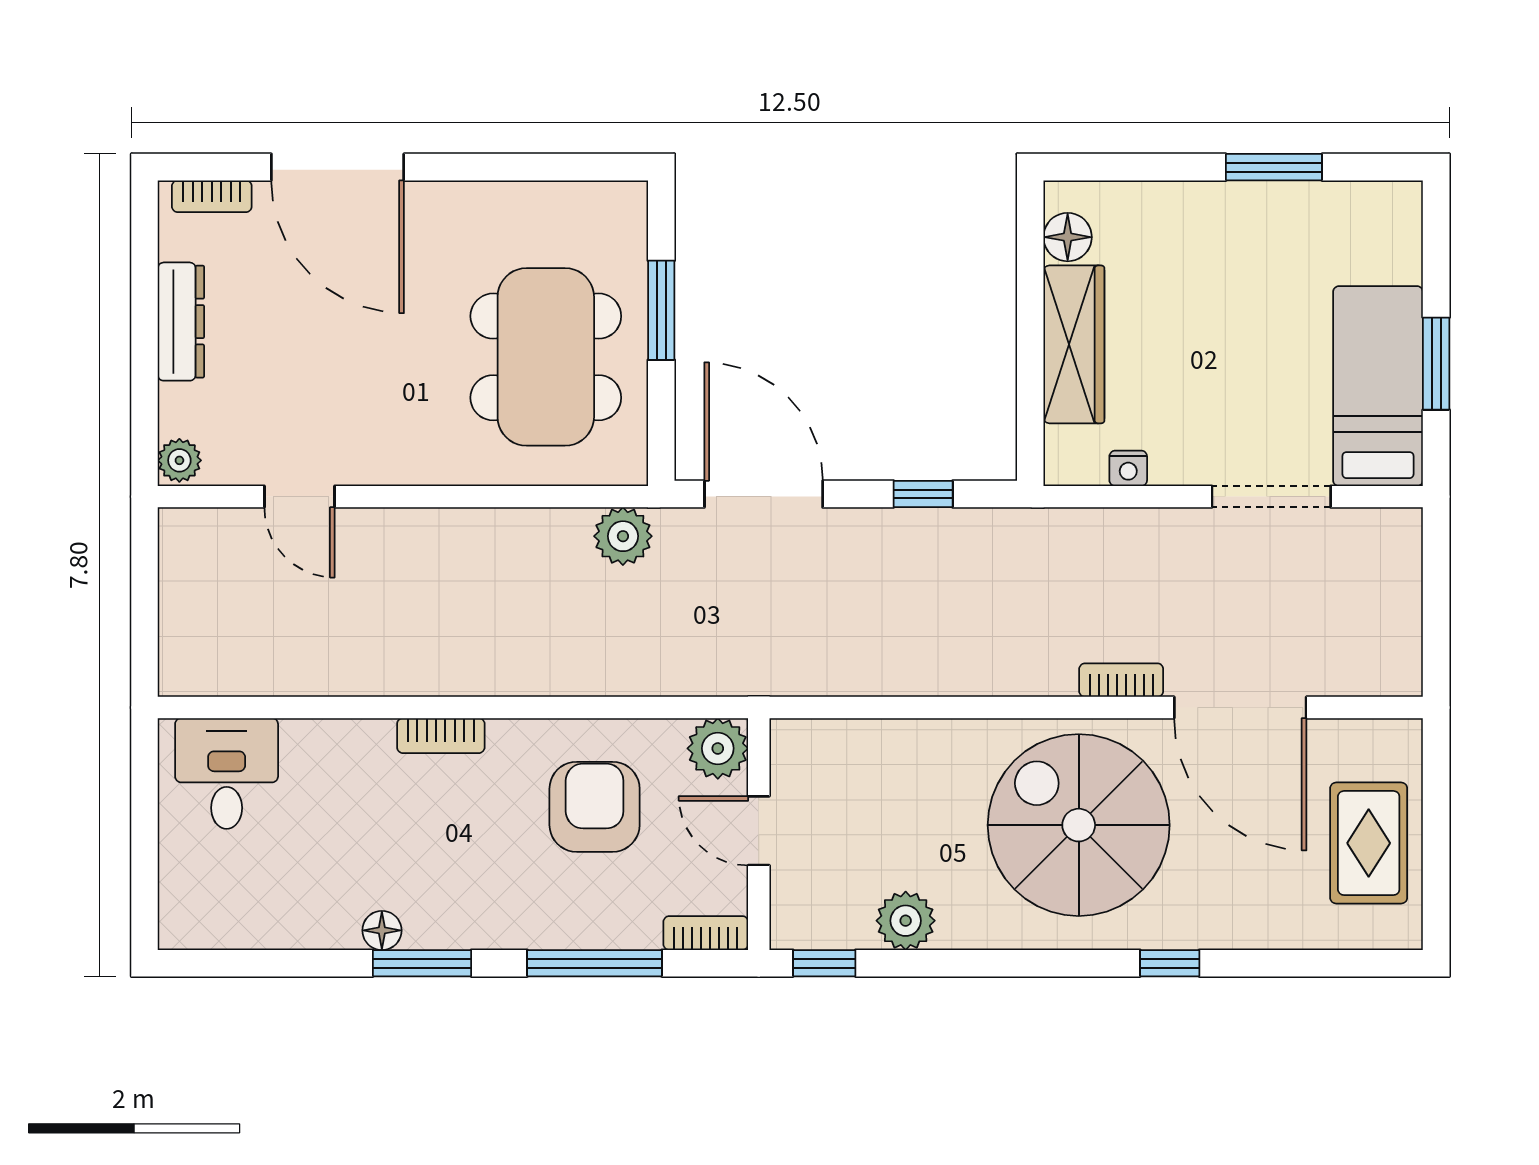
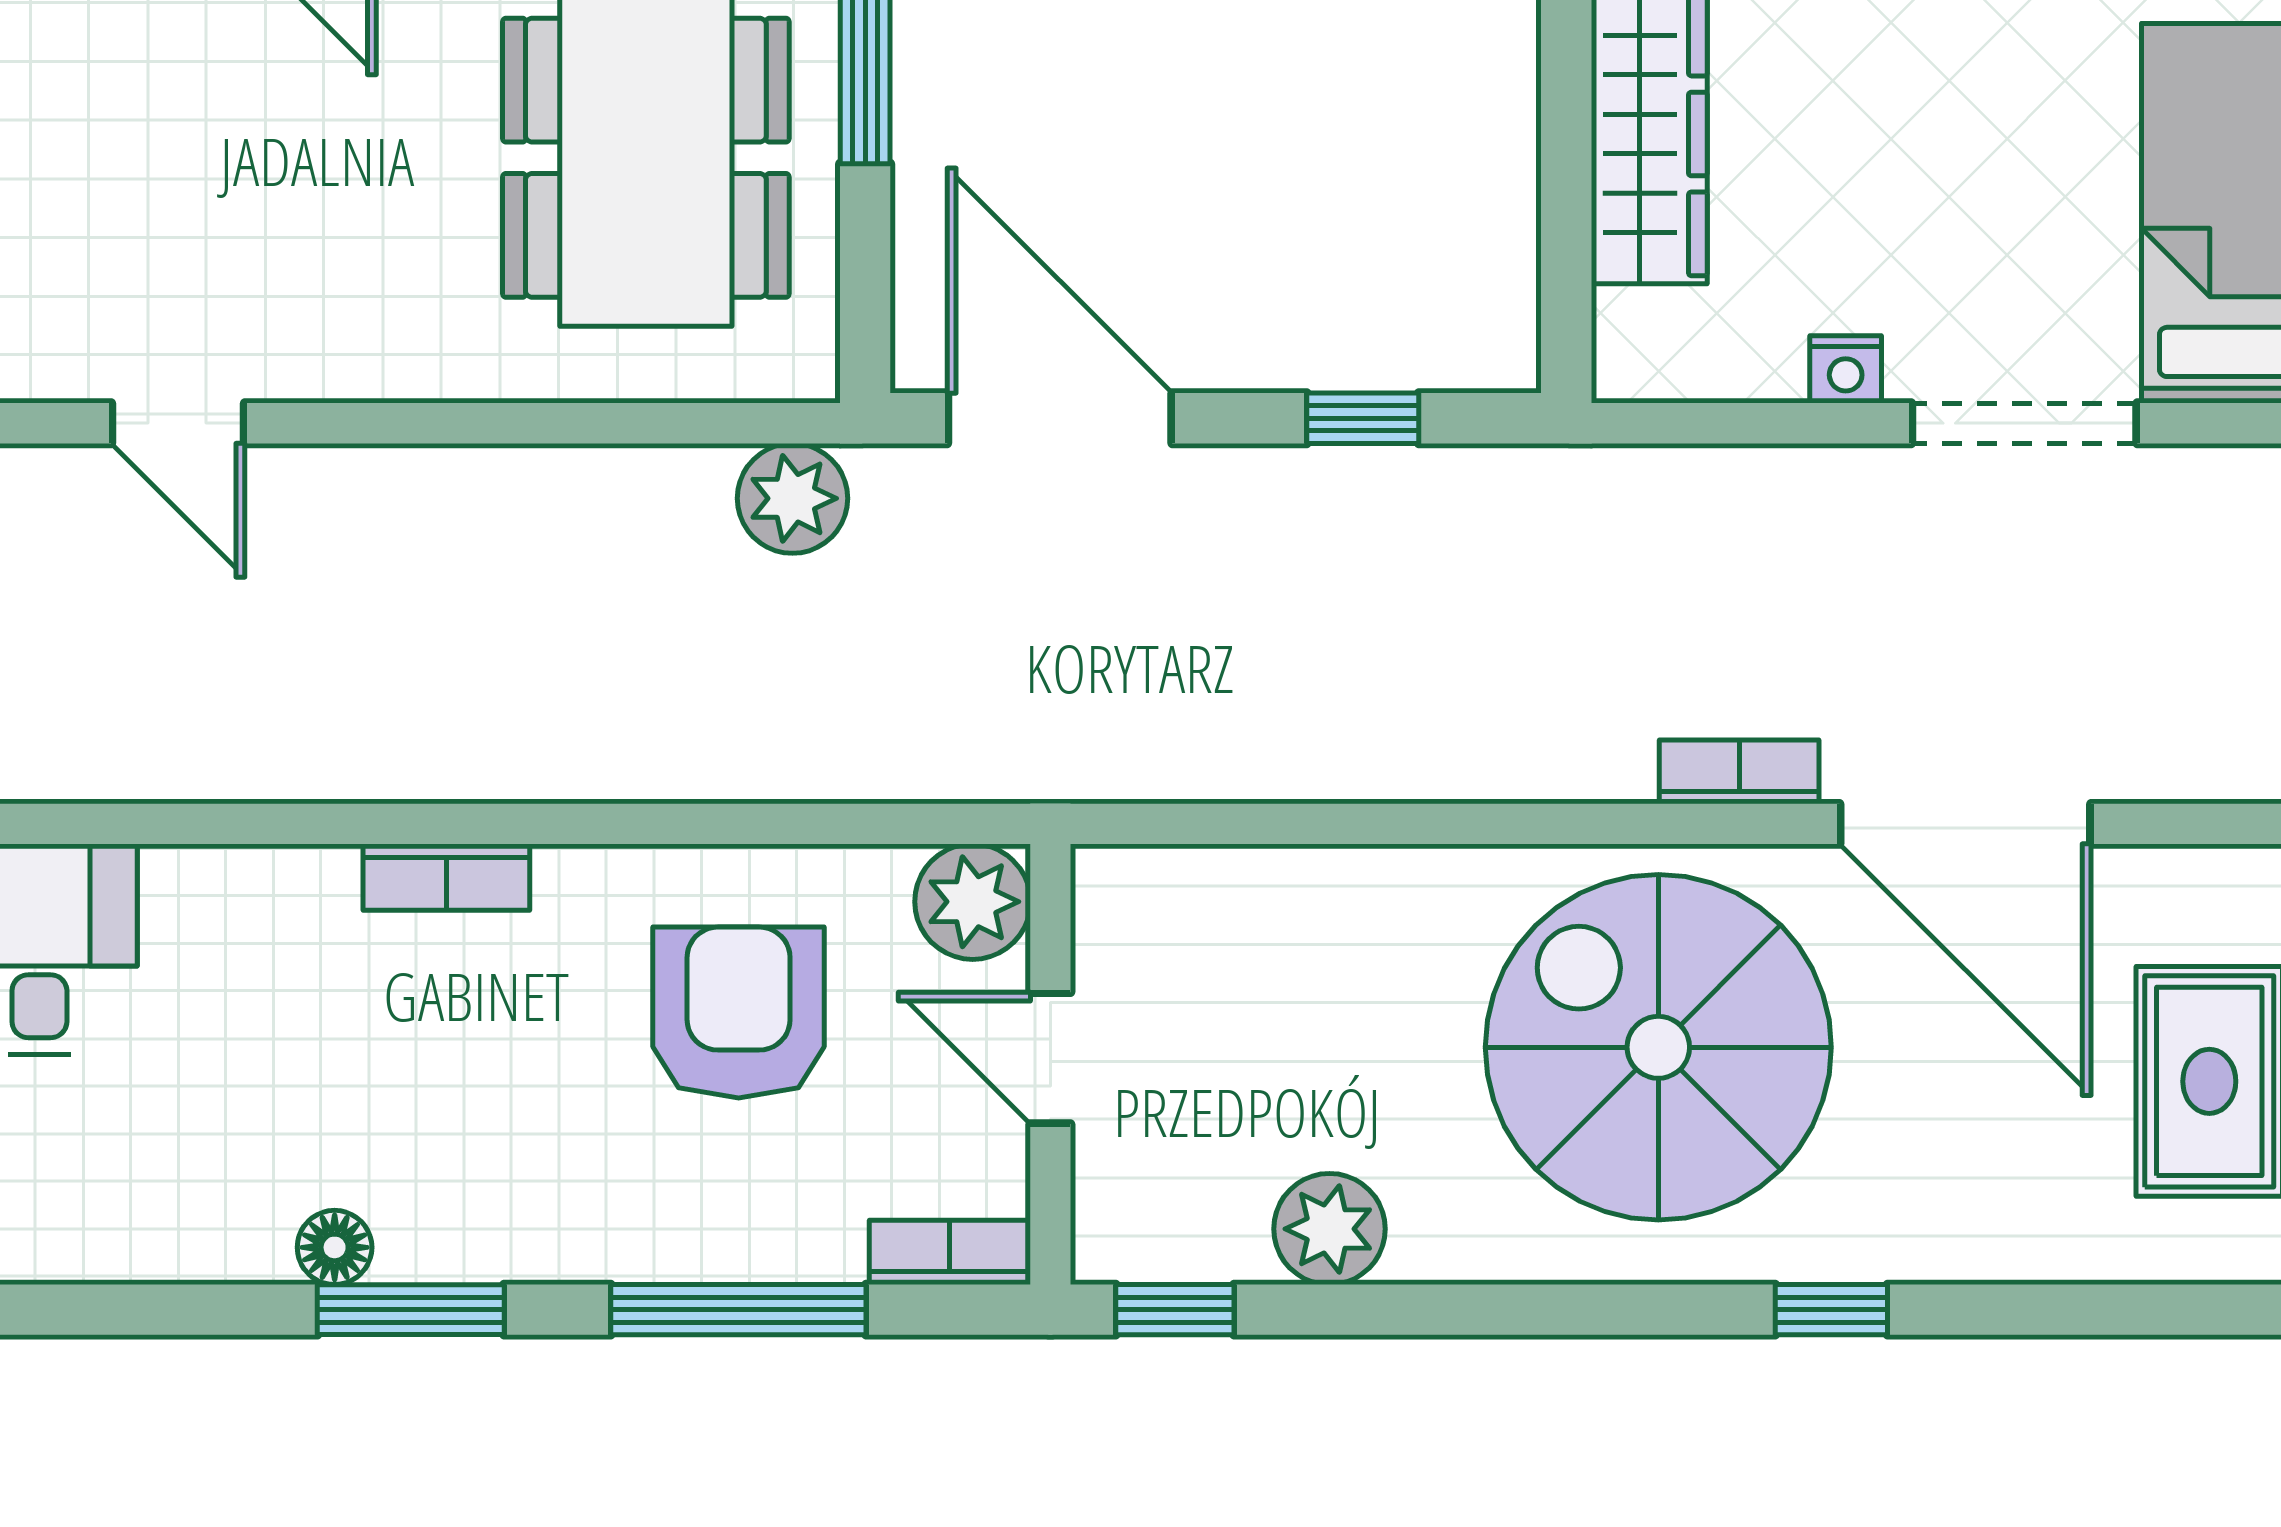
nightstand: (1128, 468) -> (1846, 369), moved

